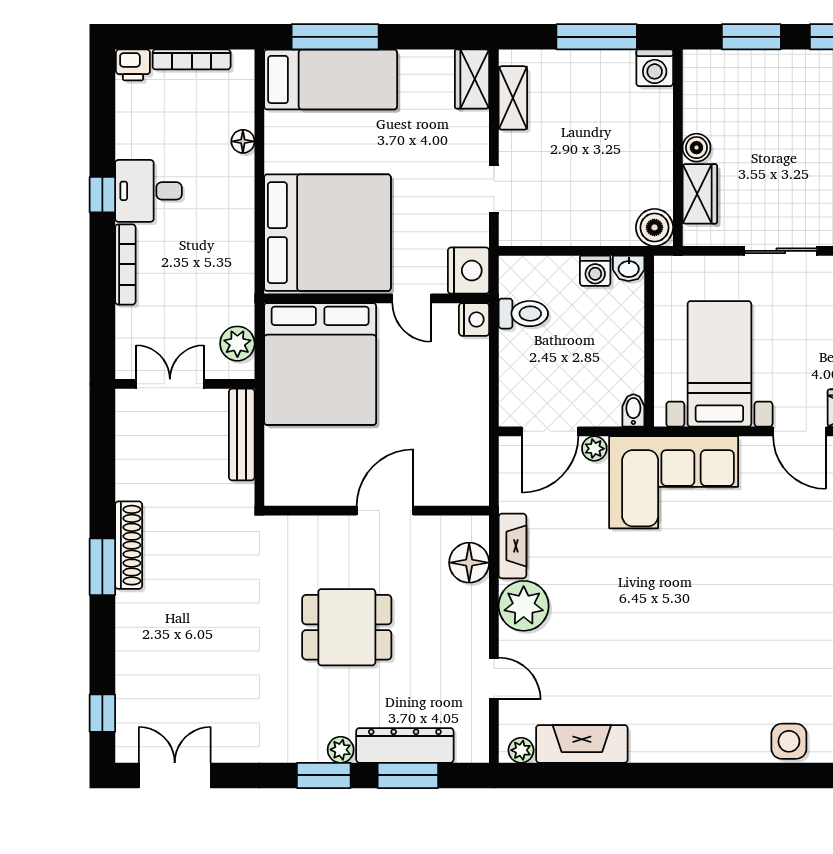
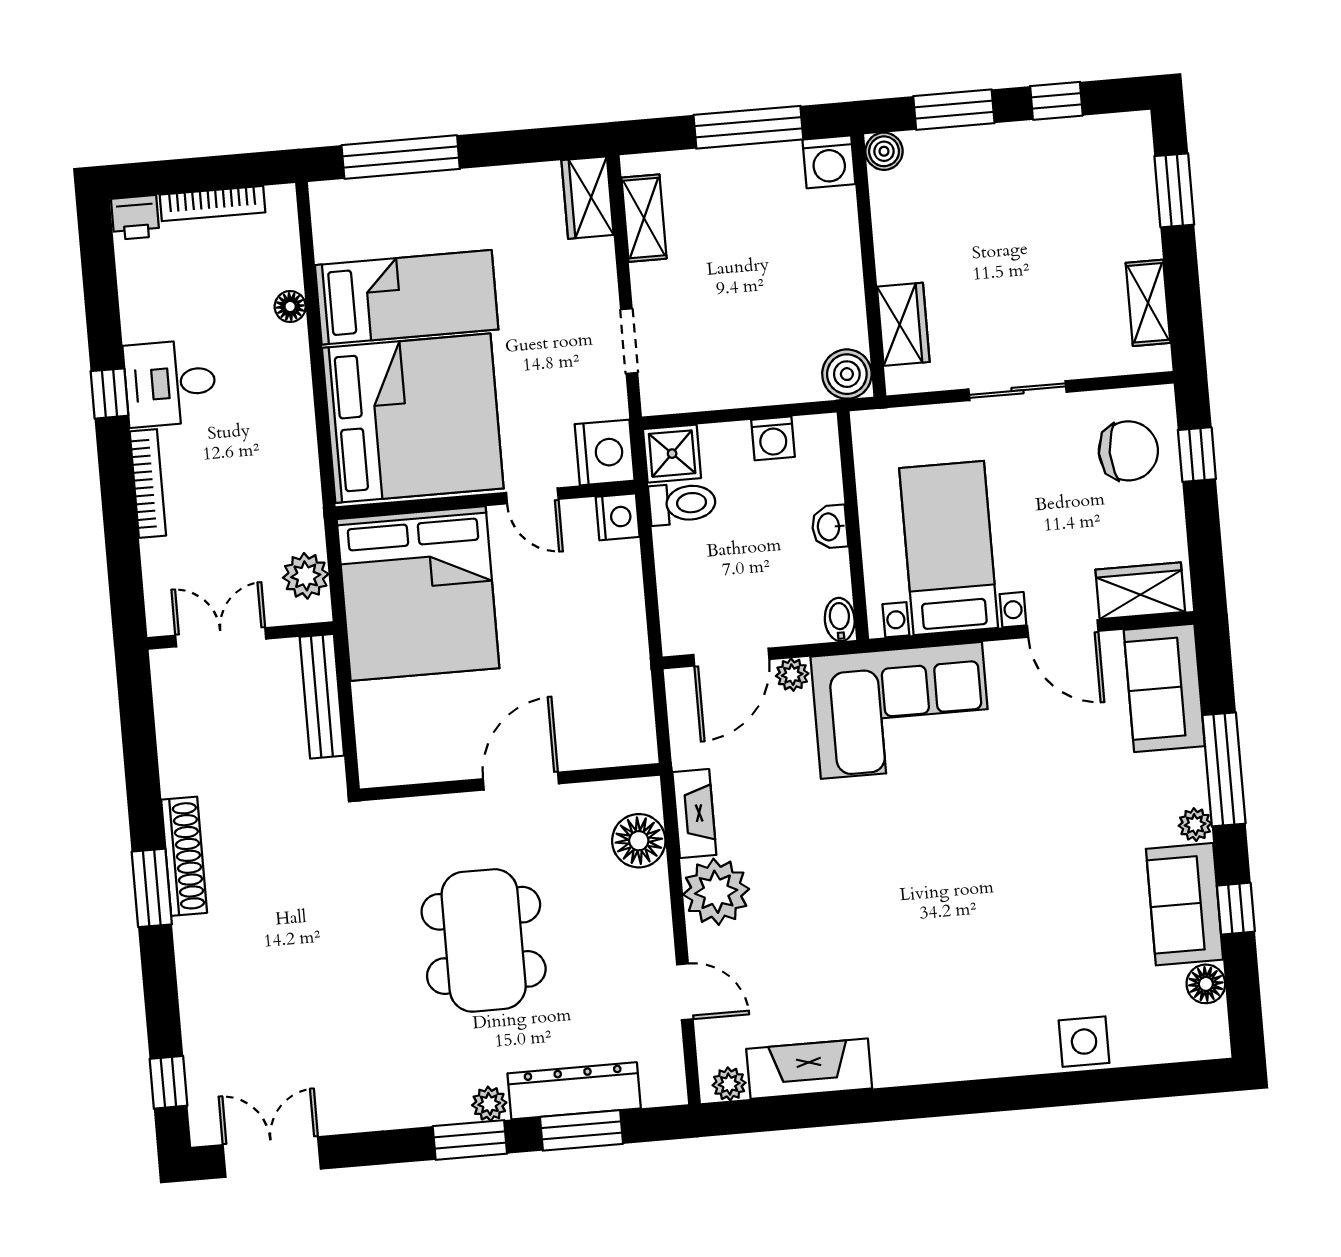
bed: (331, 80) -> (407, 297), moved
boiler: (696, 148) -> (884, 151), moved
washbasin: (629, 268) -> (830, 527), moved, turned 90
shower: (519, 276) -> (672, 454), added
dining table: (347, 627) -> (484, 940), width x1.38

